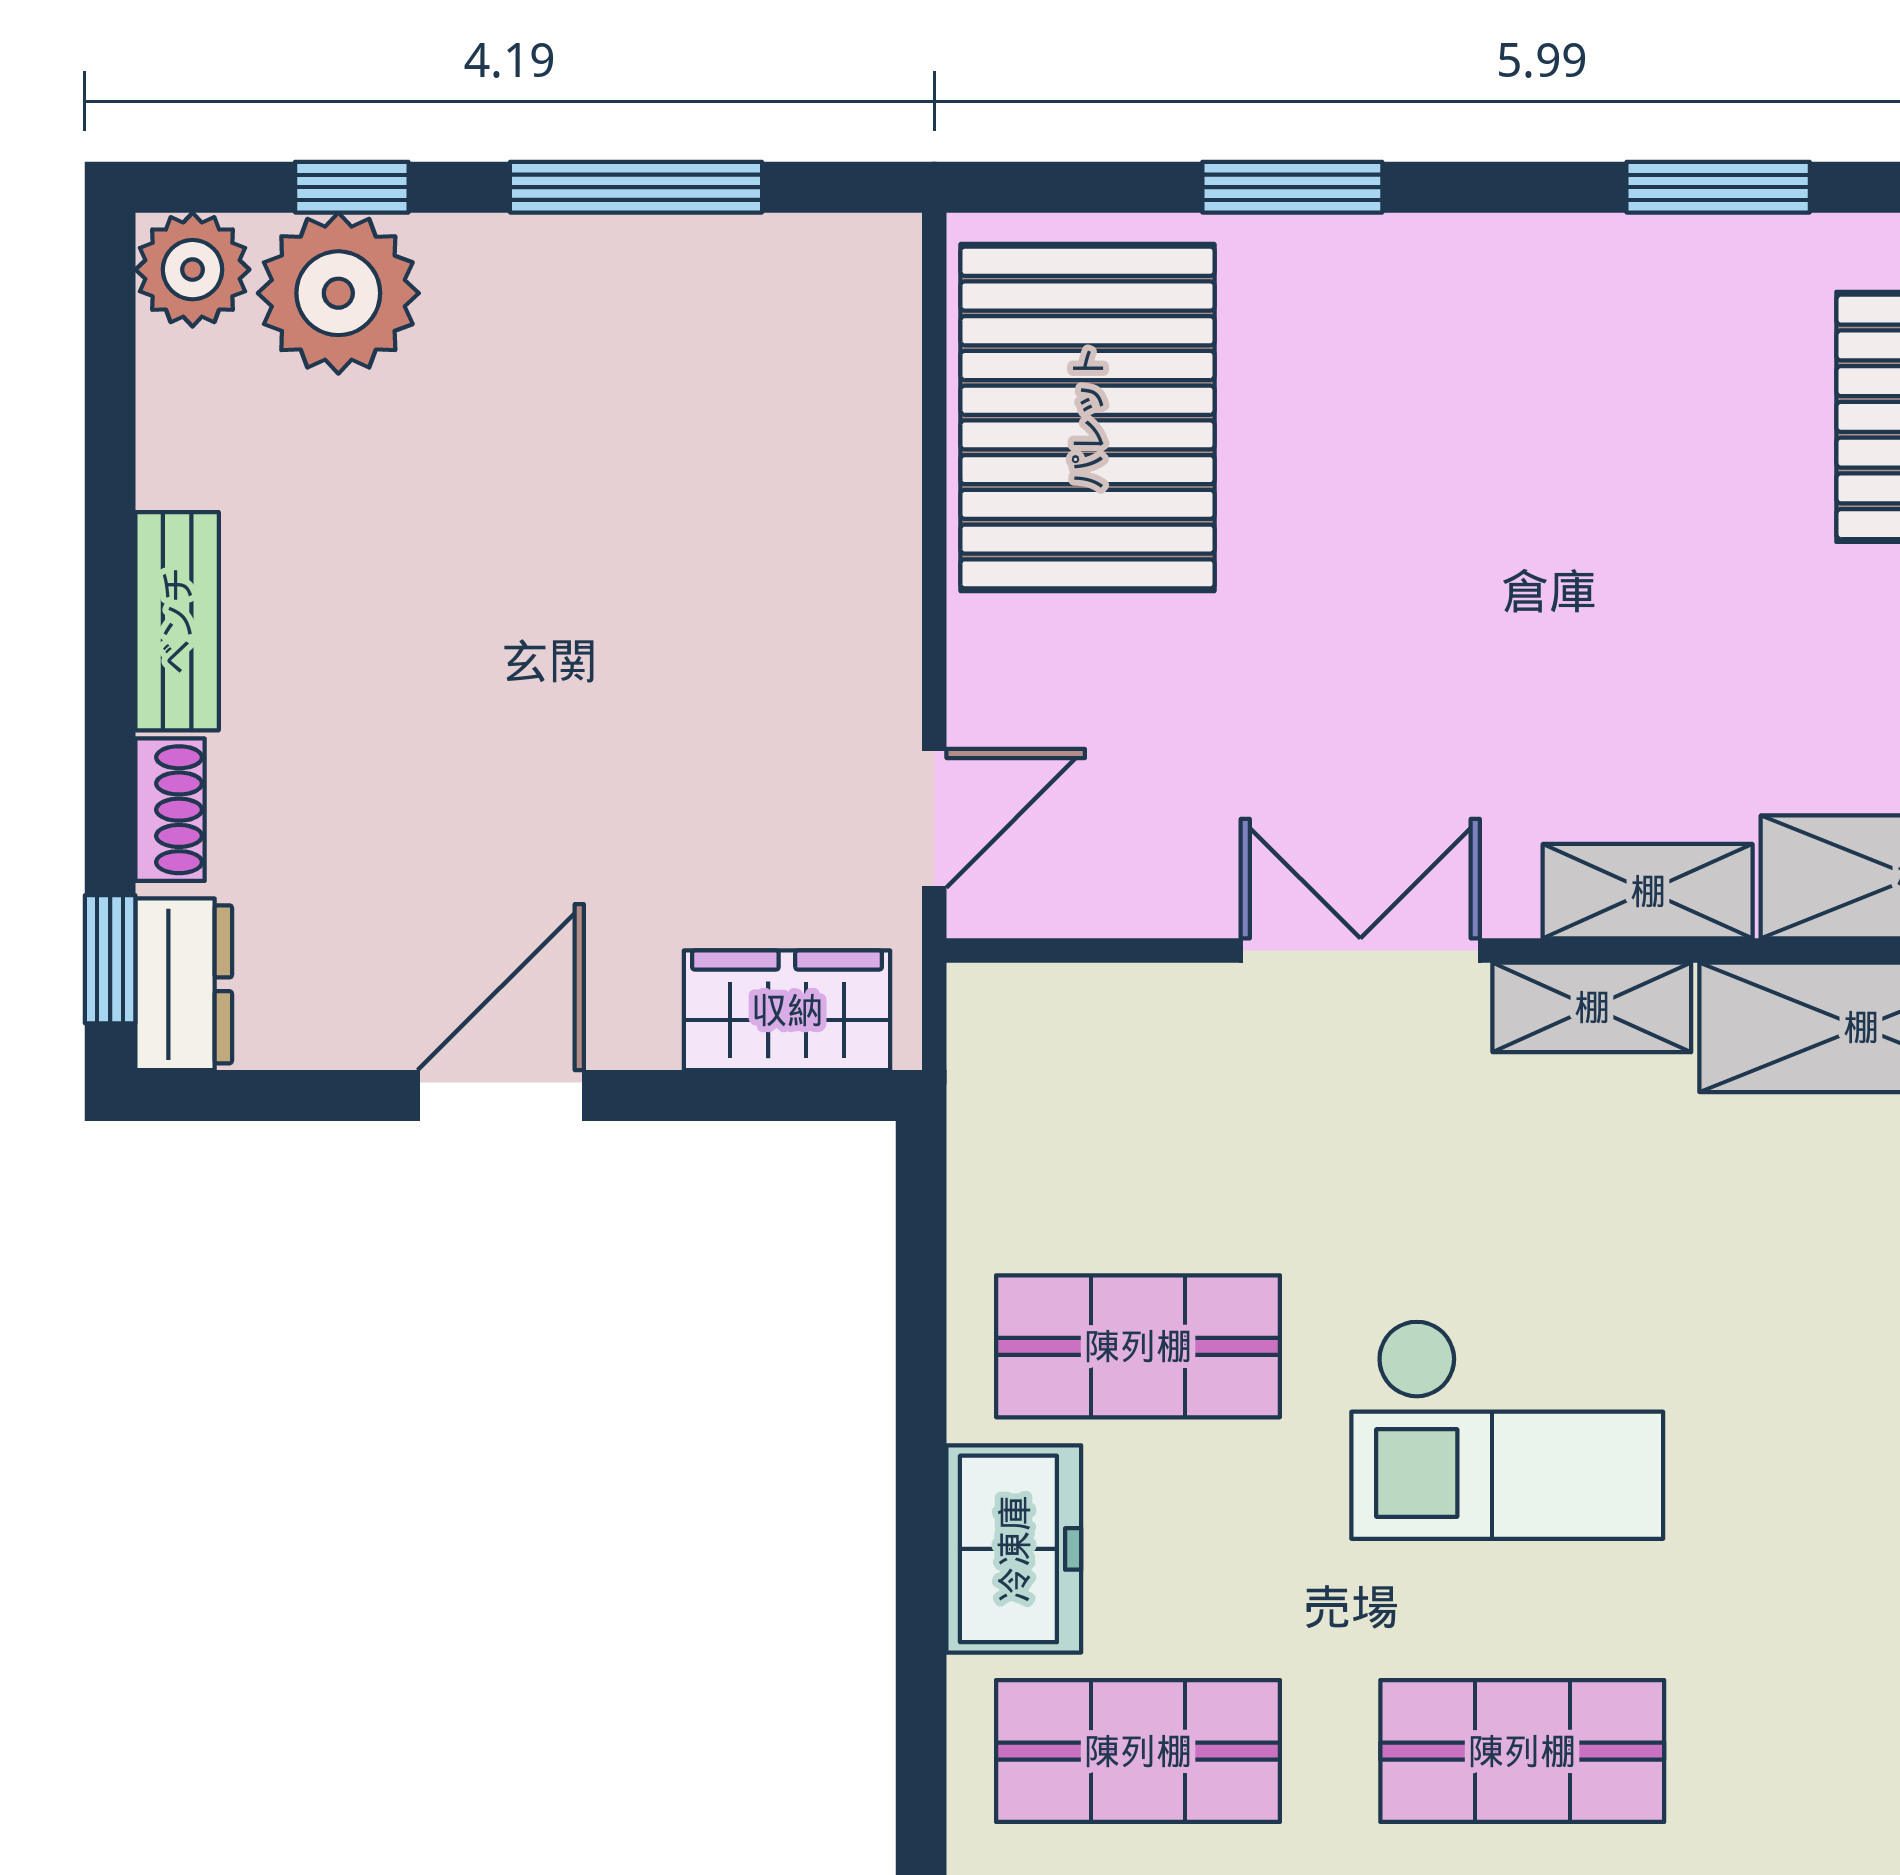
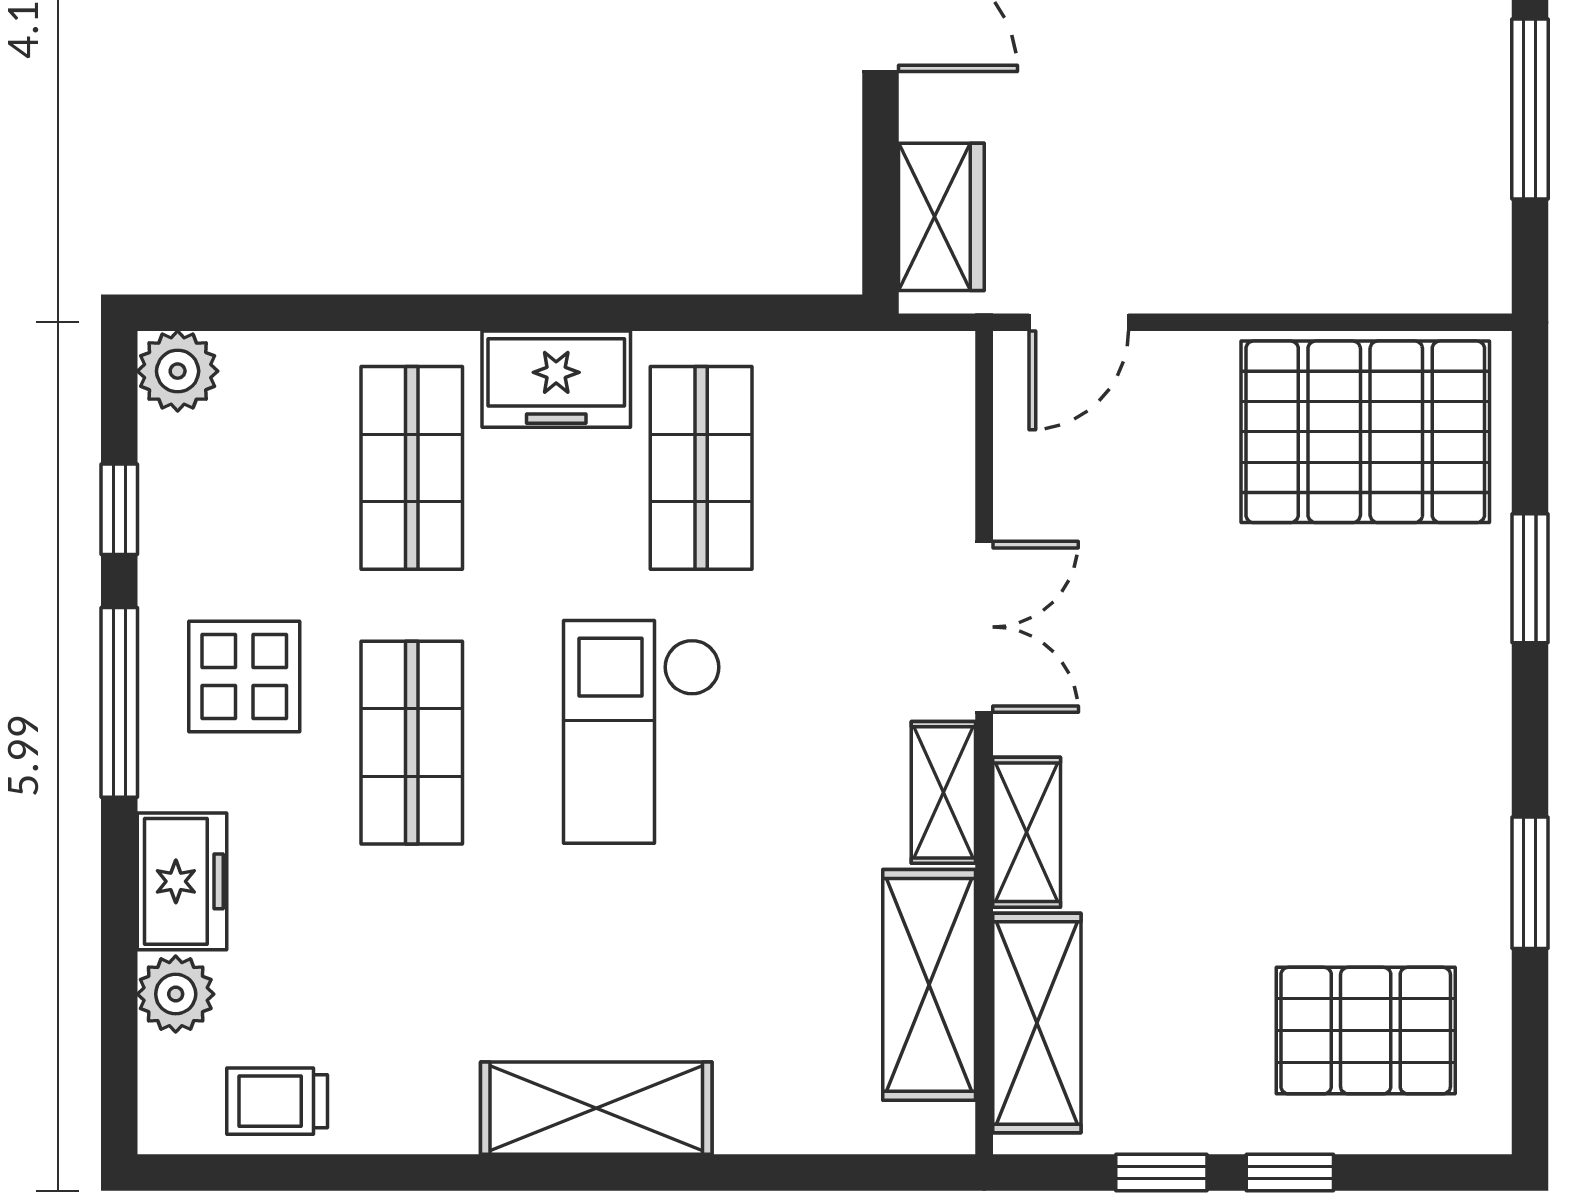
door: (934, 818) -> (1079, 322), hinge flipped

